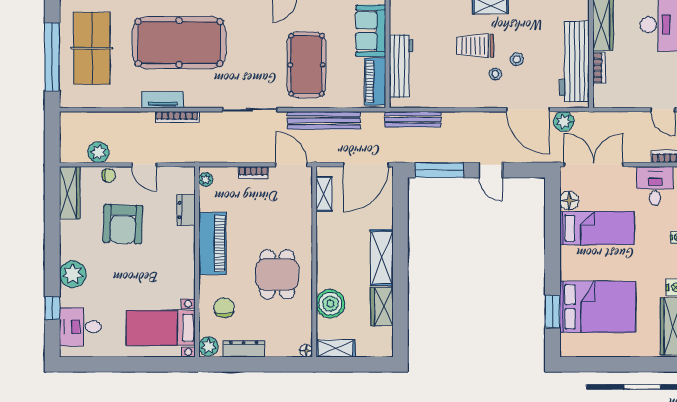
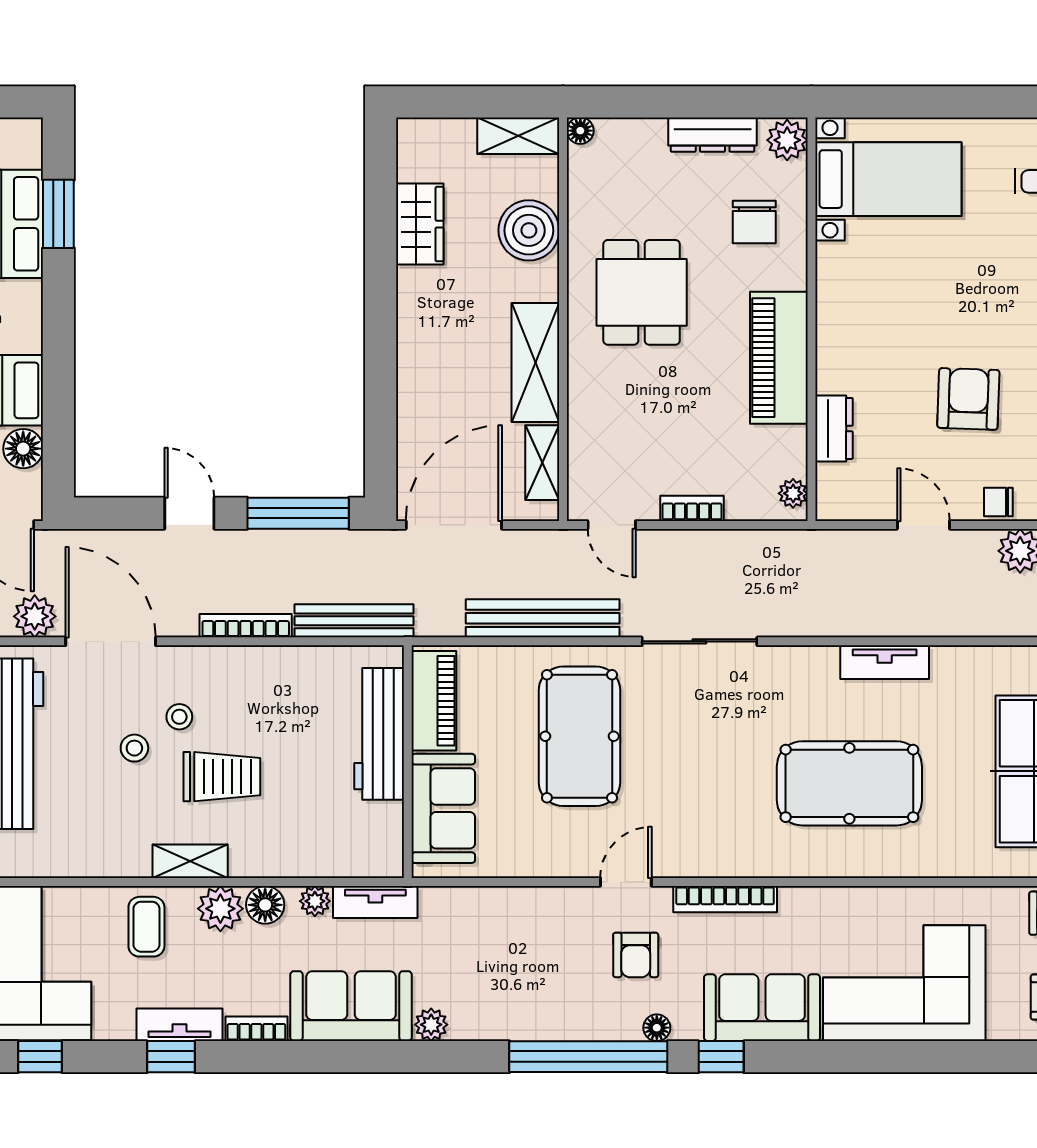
pool table: (179, 43) -> (849, 783), width x0.73, depth x0.76
bookcase: (177, 117) -> (246, 626), moved
door: (291, 165) -> (612, 525), width x0.73
armchair: (123, 224) -> (968, 399), width x0.73, depth x0.73
shelving: (382, 258) -> (535, 362), moved

